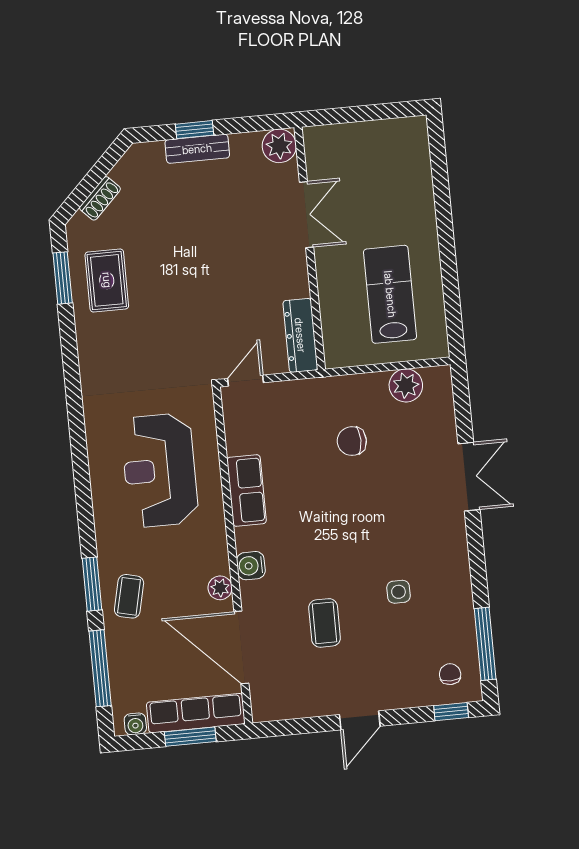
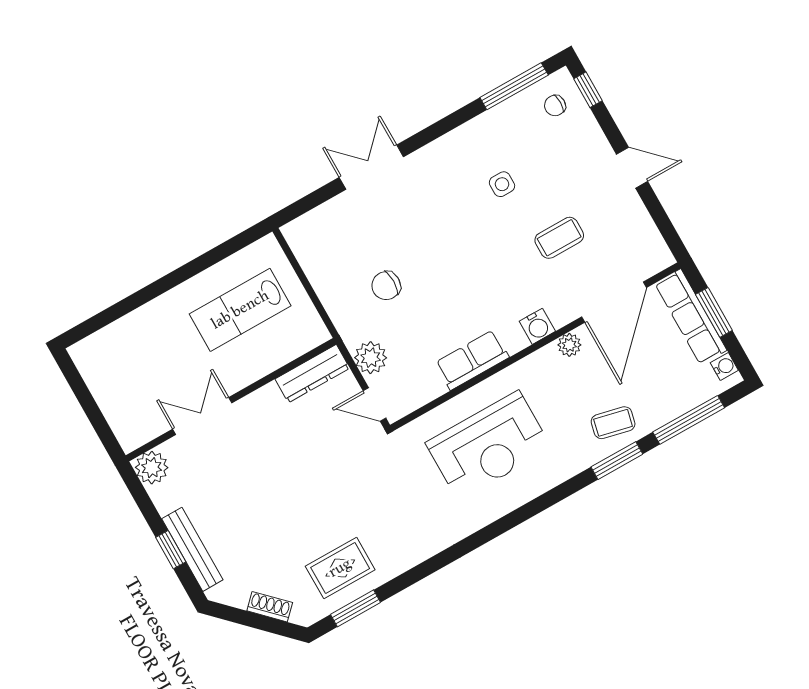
bench: (197, 149) -> (192, 549), width x1.36
plant: (406, 385) -> (371, 358), moved
chair: (352, 441) -> (386, 286), turned 90

